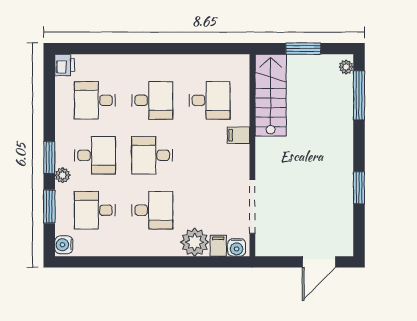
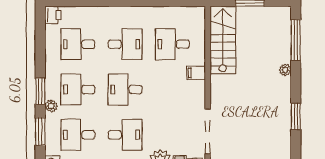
plant: (346, 67) -> (285, 70), moved
desk: (209, 100) -> (172, 44), turned 180
desk: (95, 155) -> (78, 90), turned 180

